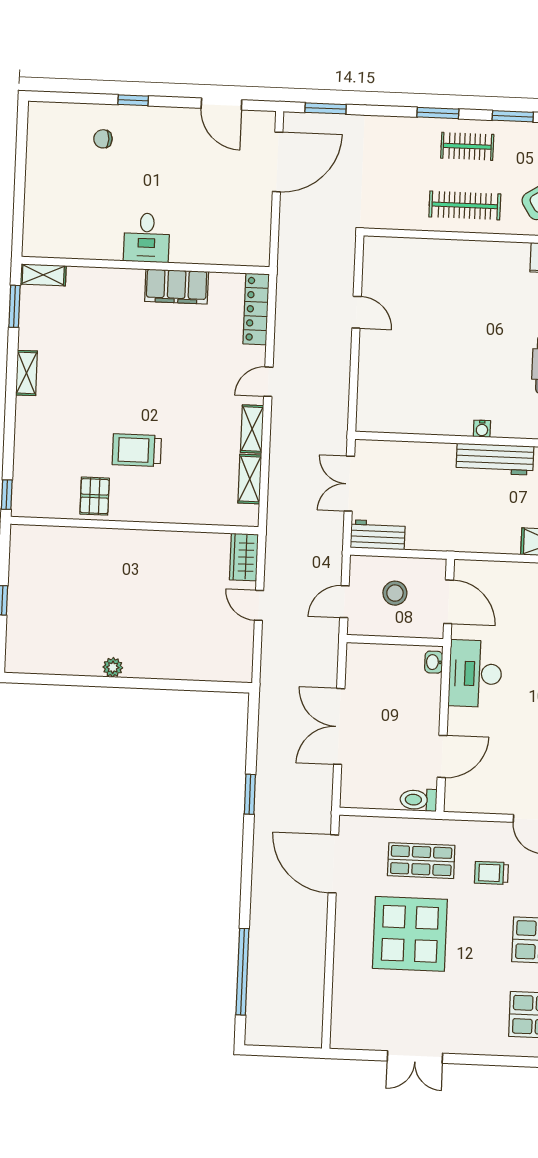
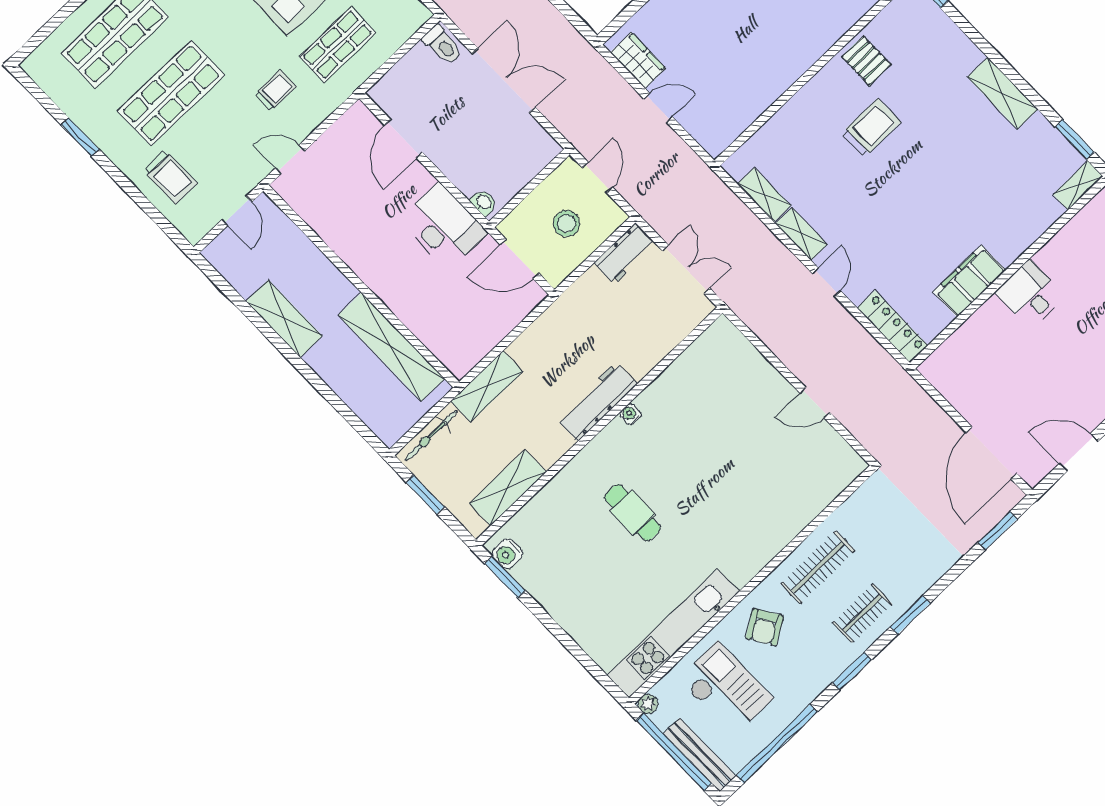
shelving: (27, 373) -> (1003, 93), width x1.50, depth x1.33
wardrobe: (244, 557) -> (638, 60), moved
toilet: (418, 800) -> (443, 45), moved, turned 90

